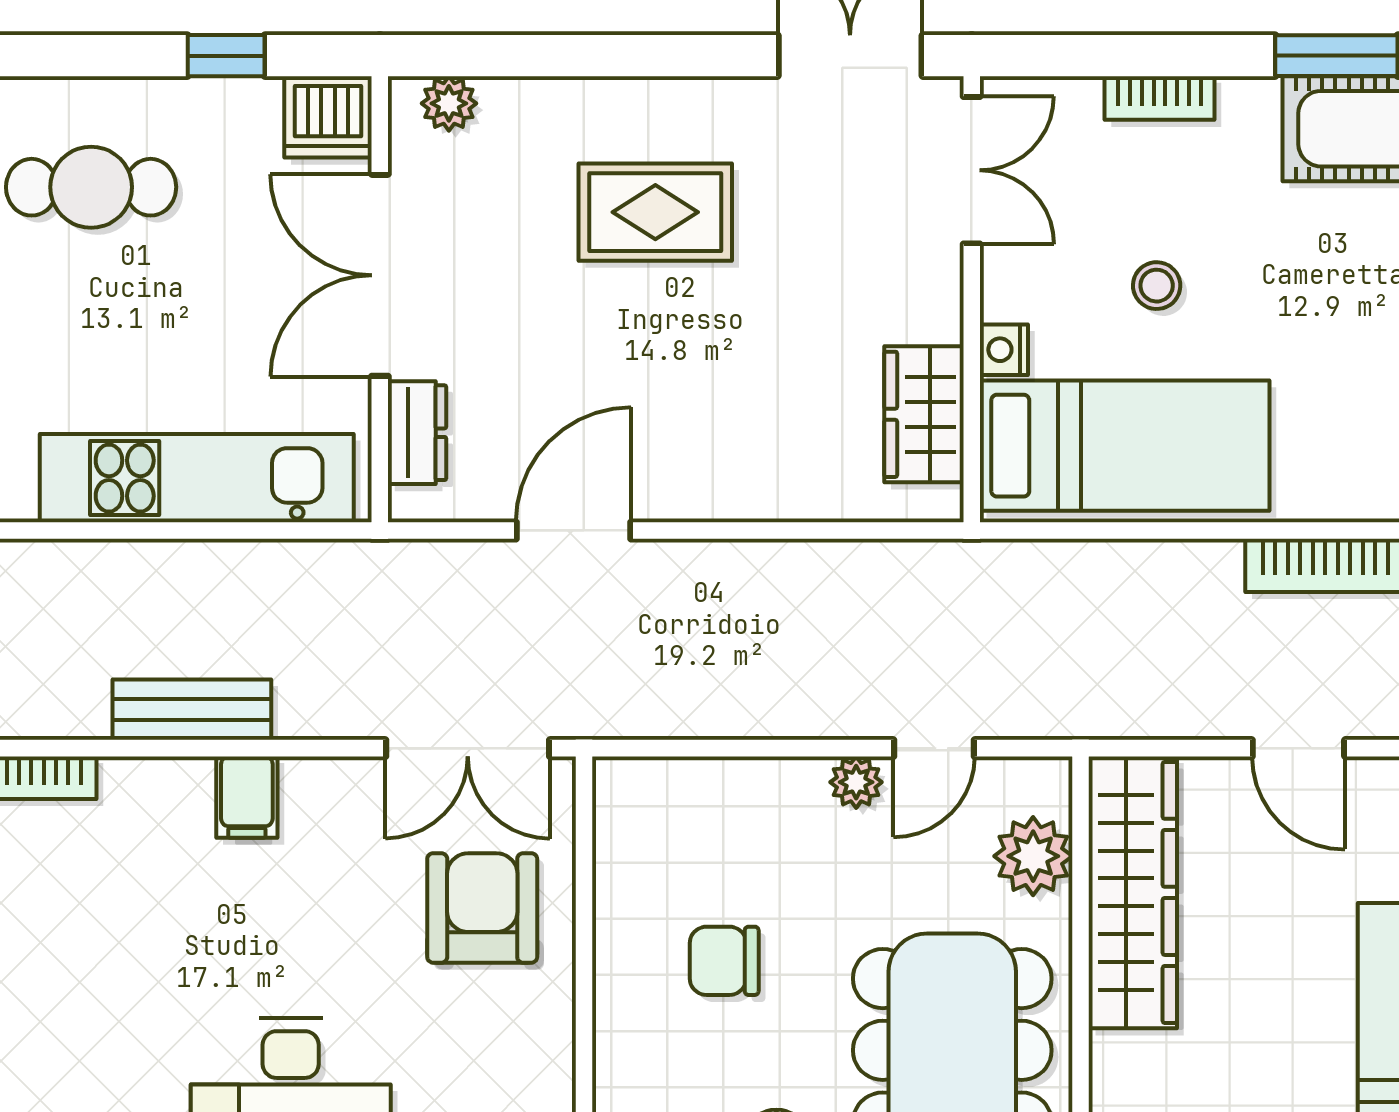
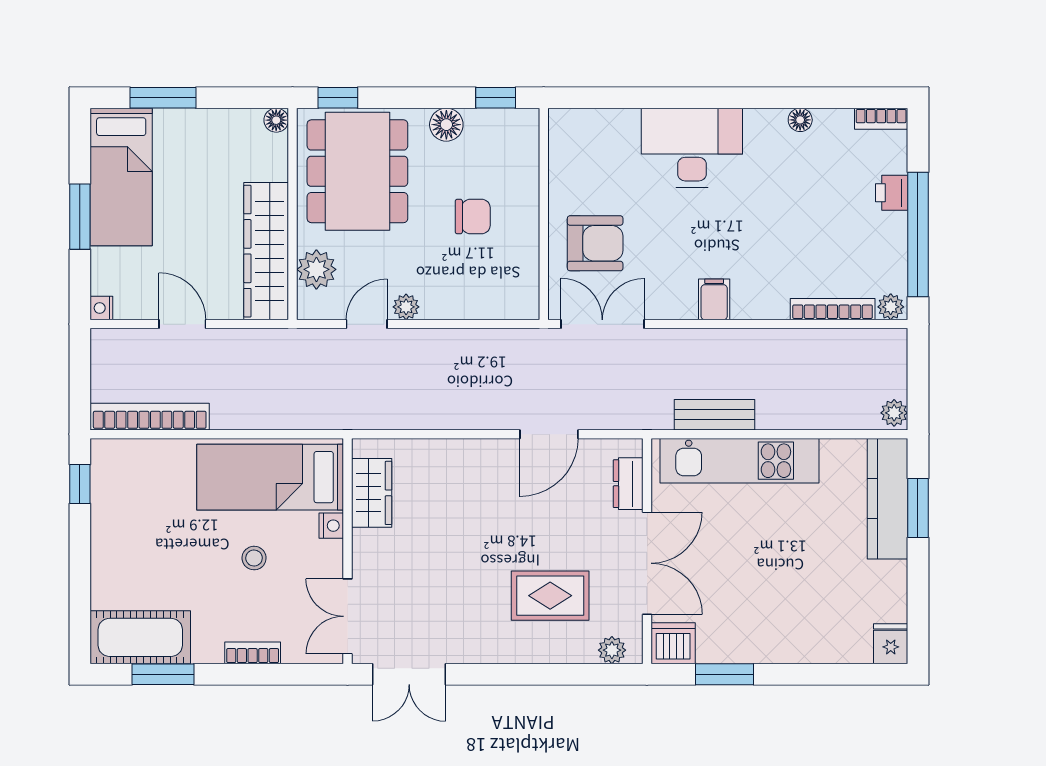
window: (226, 56) -> (725, 674), width x1.50
cafe table: (91, 187) -> (793, 608), removed
rug: (655, 212) -> (550, 596), moved
bench: (192, 710) -> (715, 415), moved
armchair: (482, 908) -> (595, 243), turned -90

